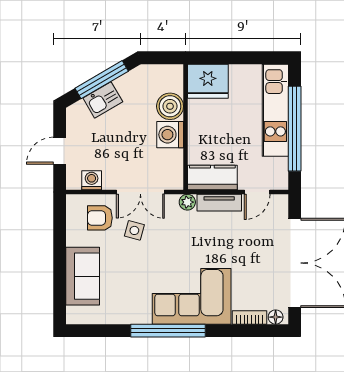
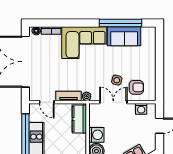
kitchen counter: (212, 178) -> (79, 119), moved, turned 90
door: (257, 192) -> (47, 102), swing flipped
sofa: (83, 276) -> (124, 36), moved, turned -90
window: (168, 331) -> (121, 23), moved

